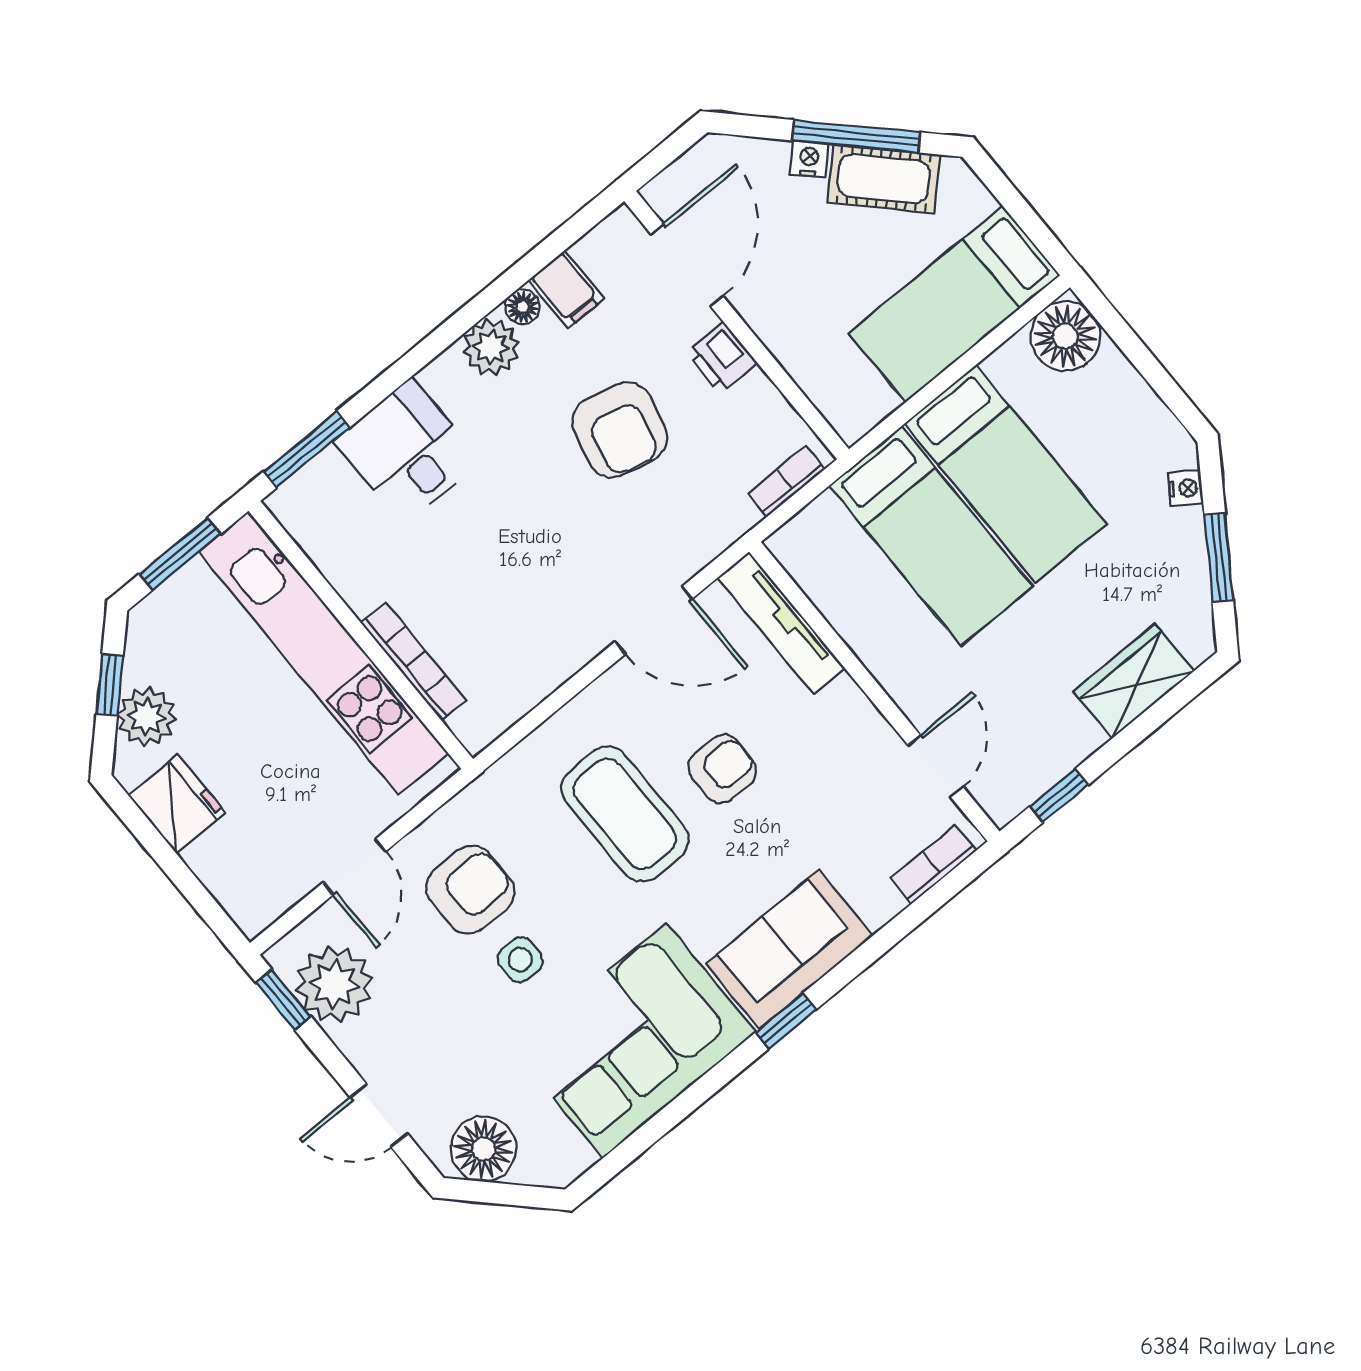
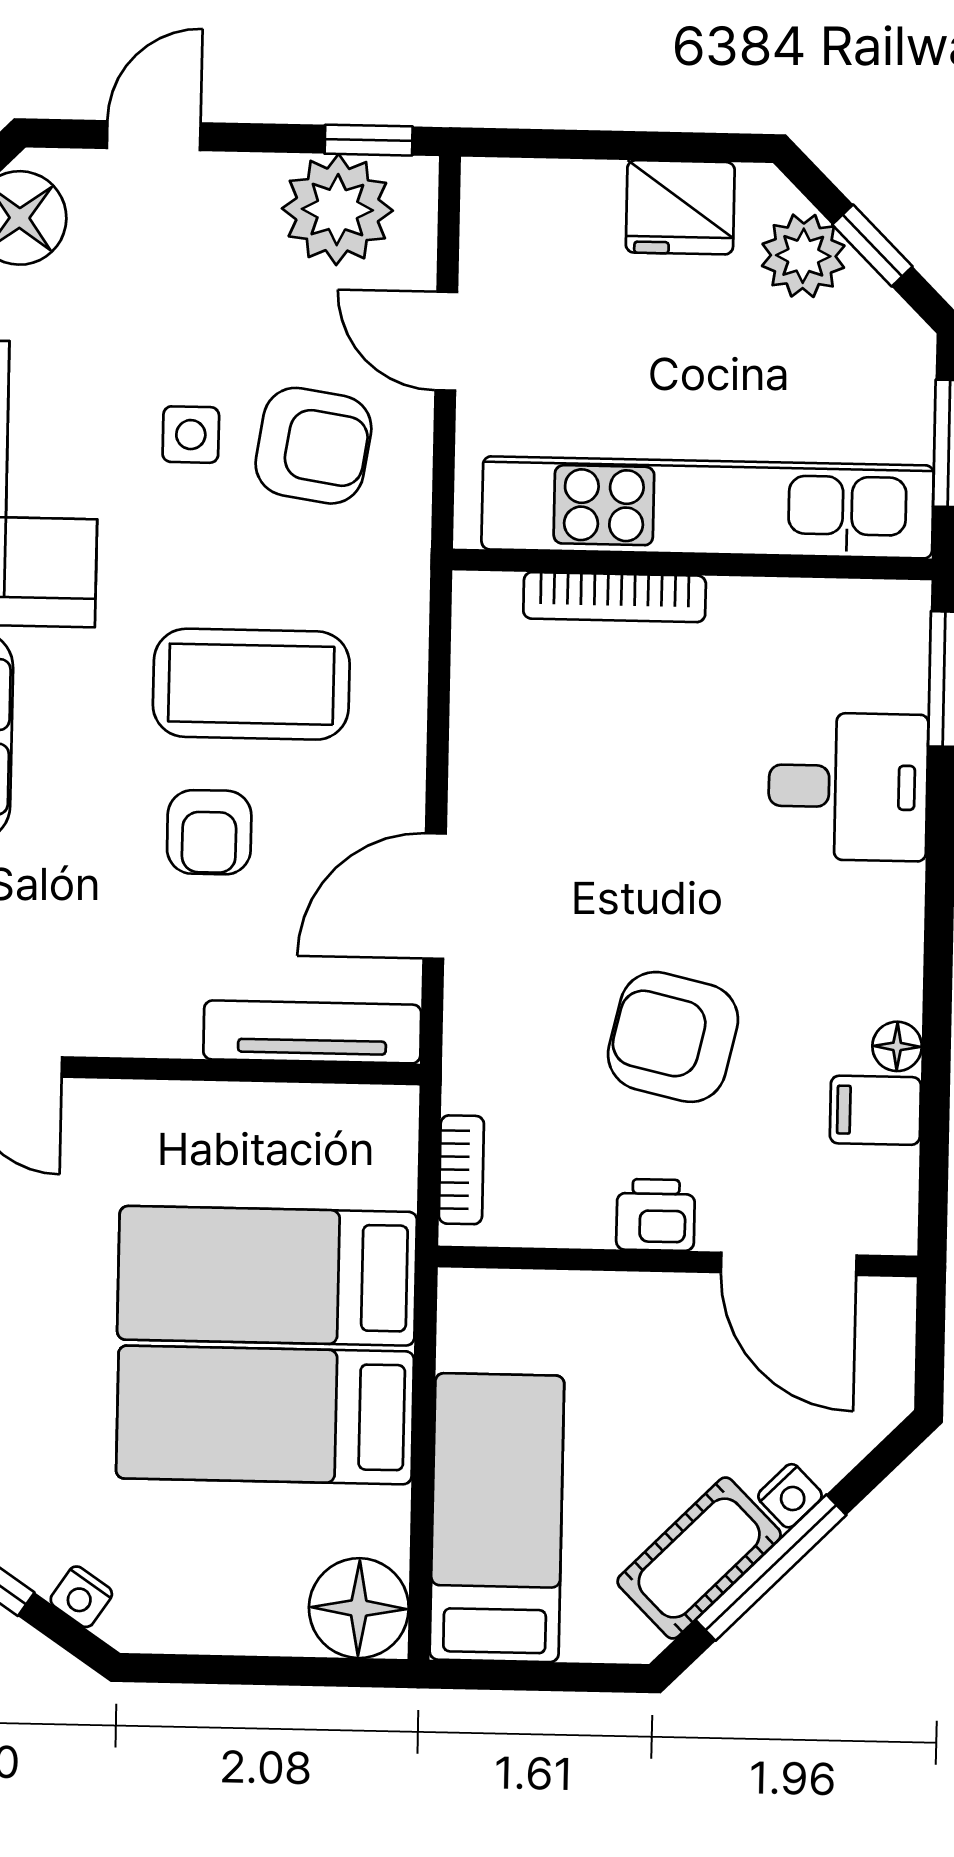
plant: (491, 347) -> (882, 975), removed
armchair: (470, 890) -> (313, 446), turned -81

